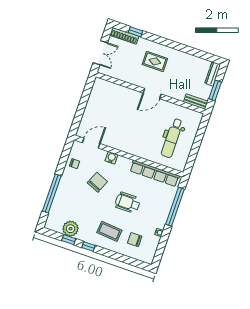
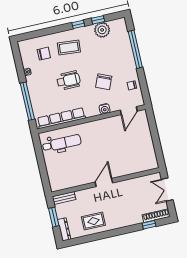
rug: (155, 61) -> (93, 221), moved
dental chair: (172, 138) -> (62, 143), moved, turned 90

